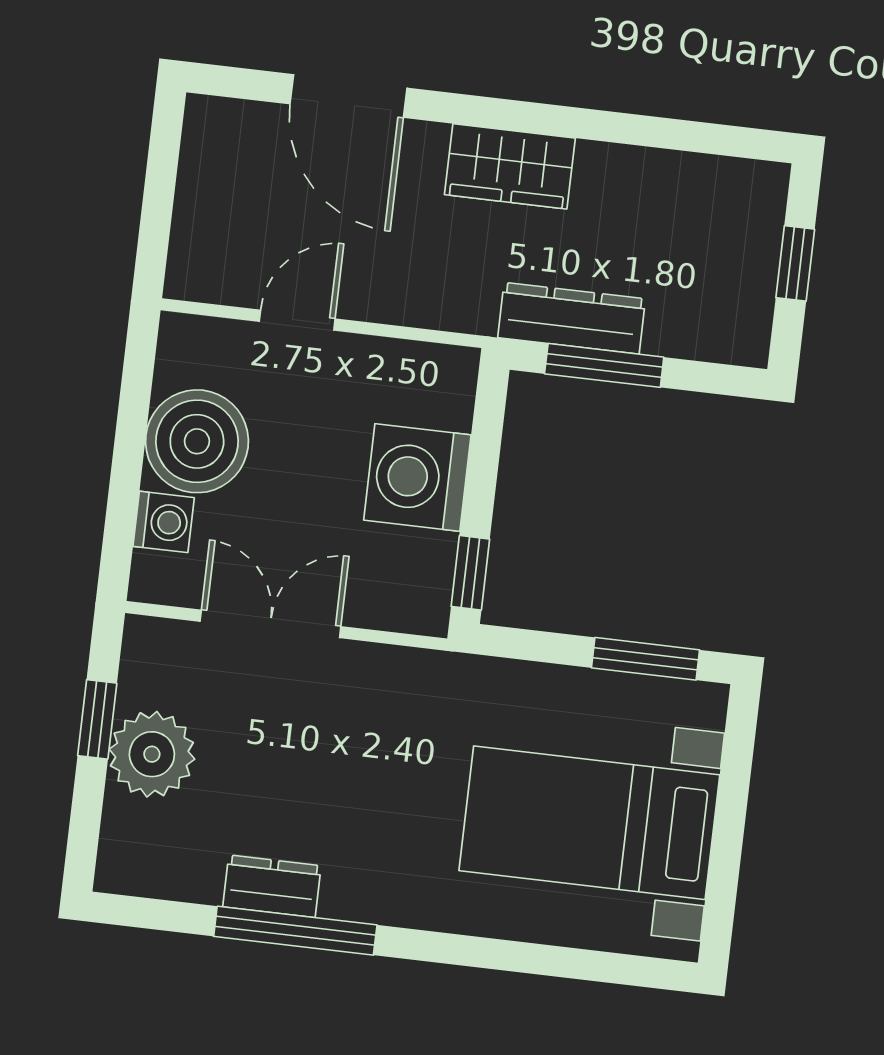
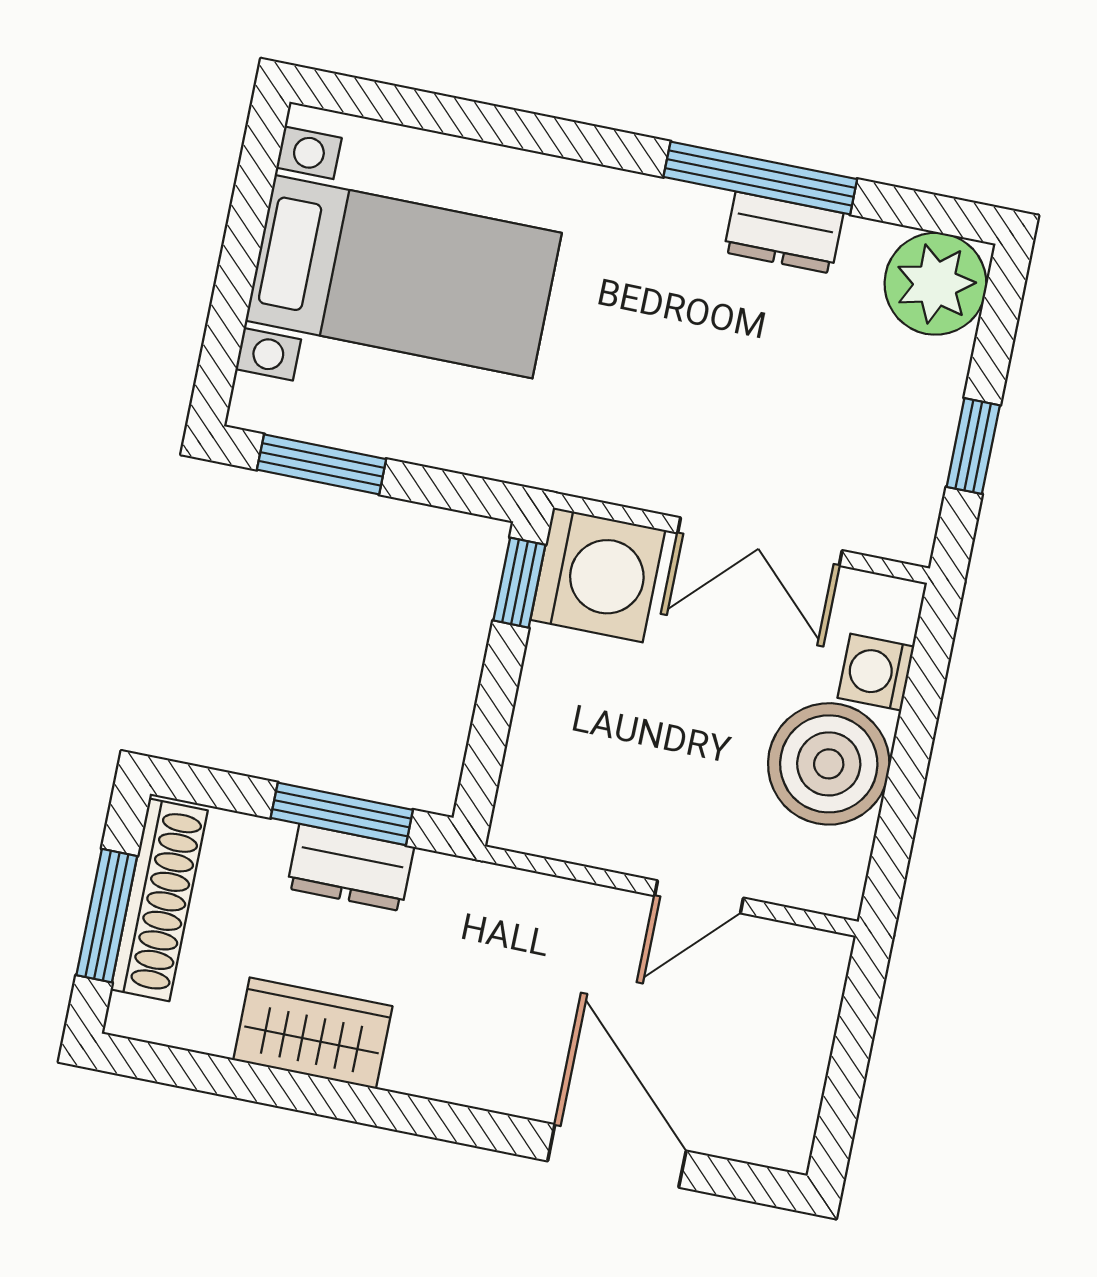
wardrobe: (510, 166) -> (313, 1033), moved
window: (795, 263) -> (107, 916), width x1.50
shoe rack: (752, 280) -> (159, 900), added
dresser: (572, 318) -> (350, 868), width x0.70
washing machine: (417, 477) -> (598, 575), moved
plant: (152, 754) -> (936, 284), moved

